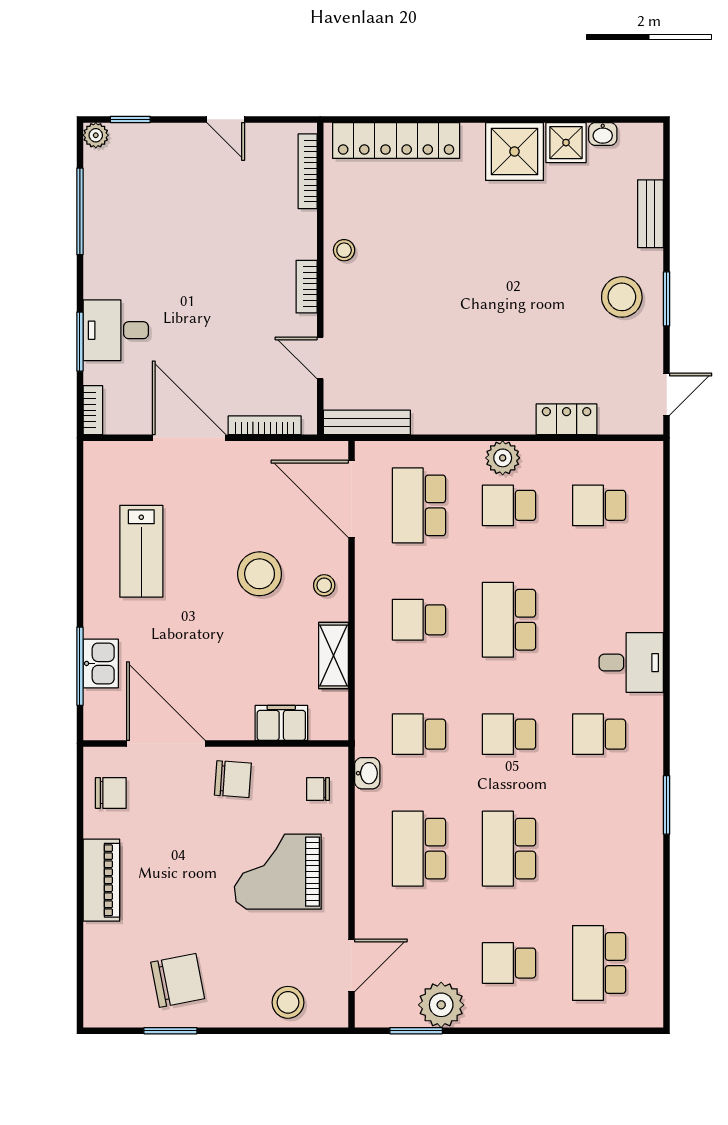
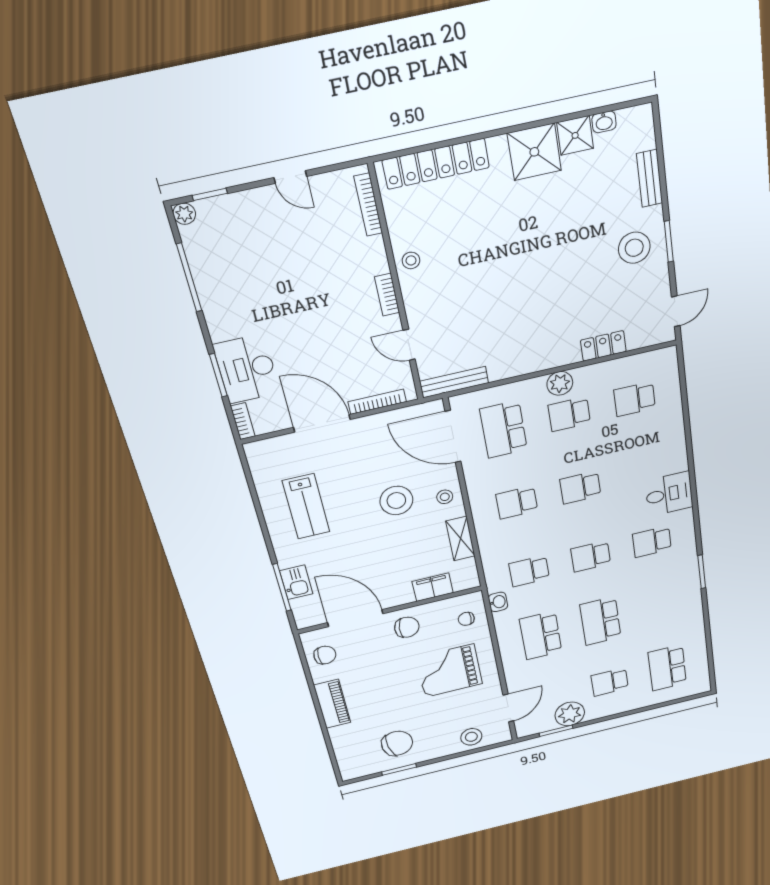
desk: (116, 330) -> (247, 369), width x1.37
school desk: (509, 620) -> (580, 488), width x0.54

